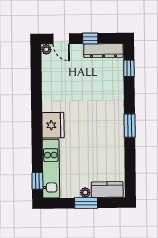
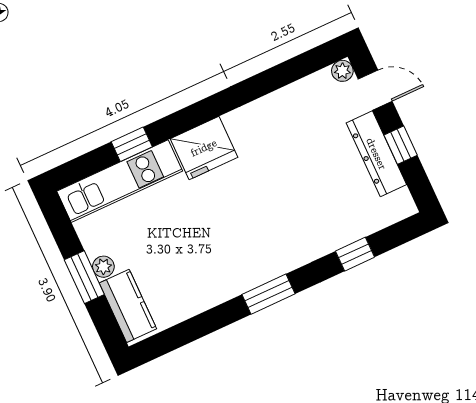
door: (61, 39) -> (375, 90), swing flipped
dresser: (103, 51) -> (376, 154), moved
window: (129, 68) -> (355, 254), moved
window: (37, 181) -> (132, 144), moved

